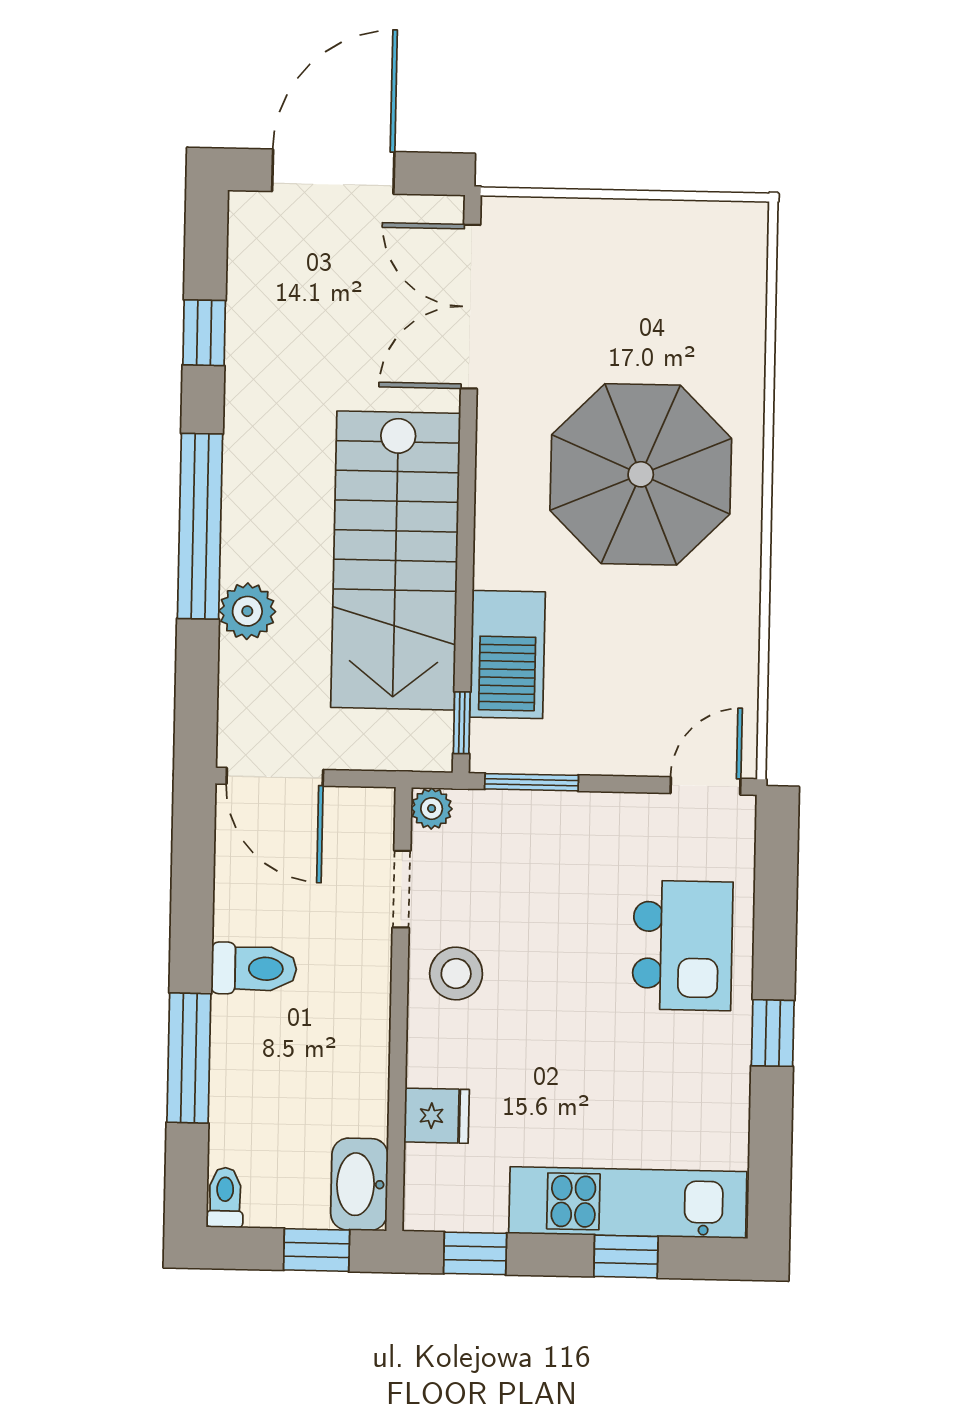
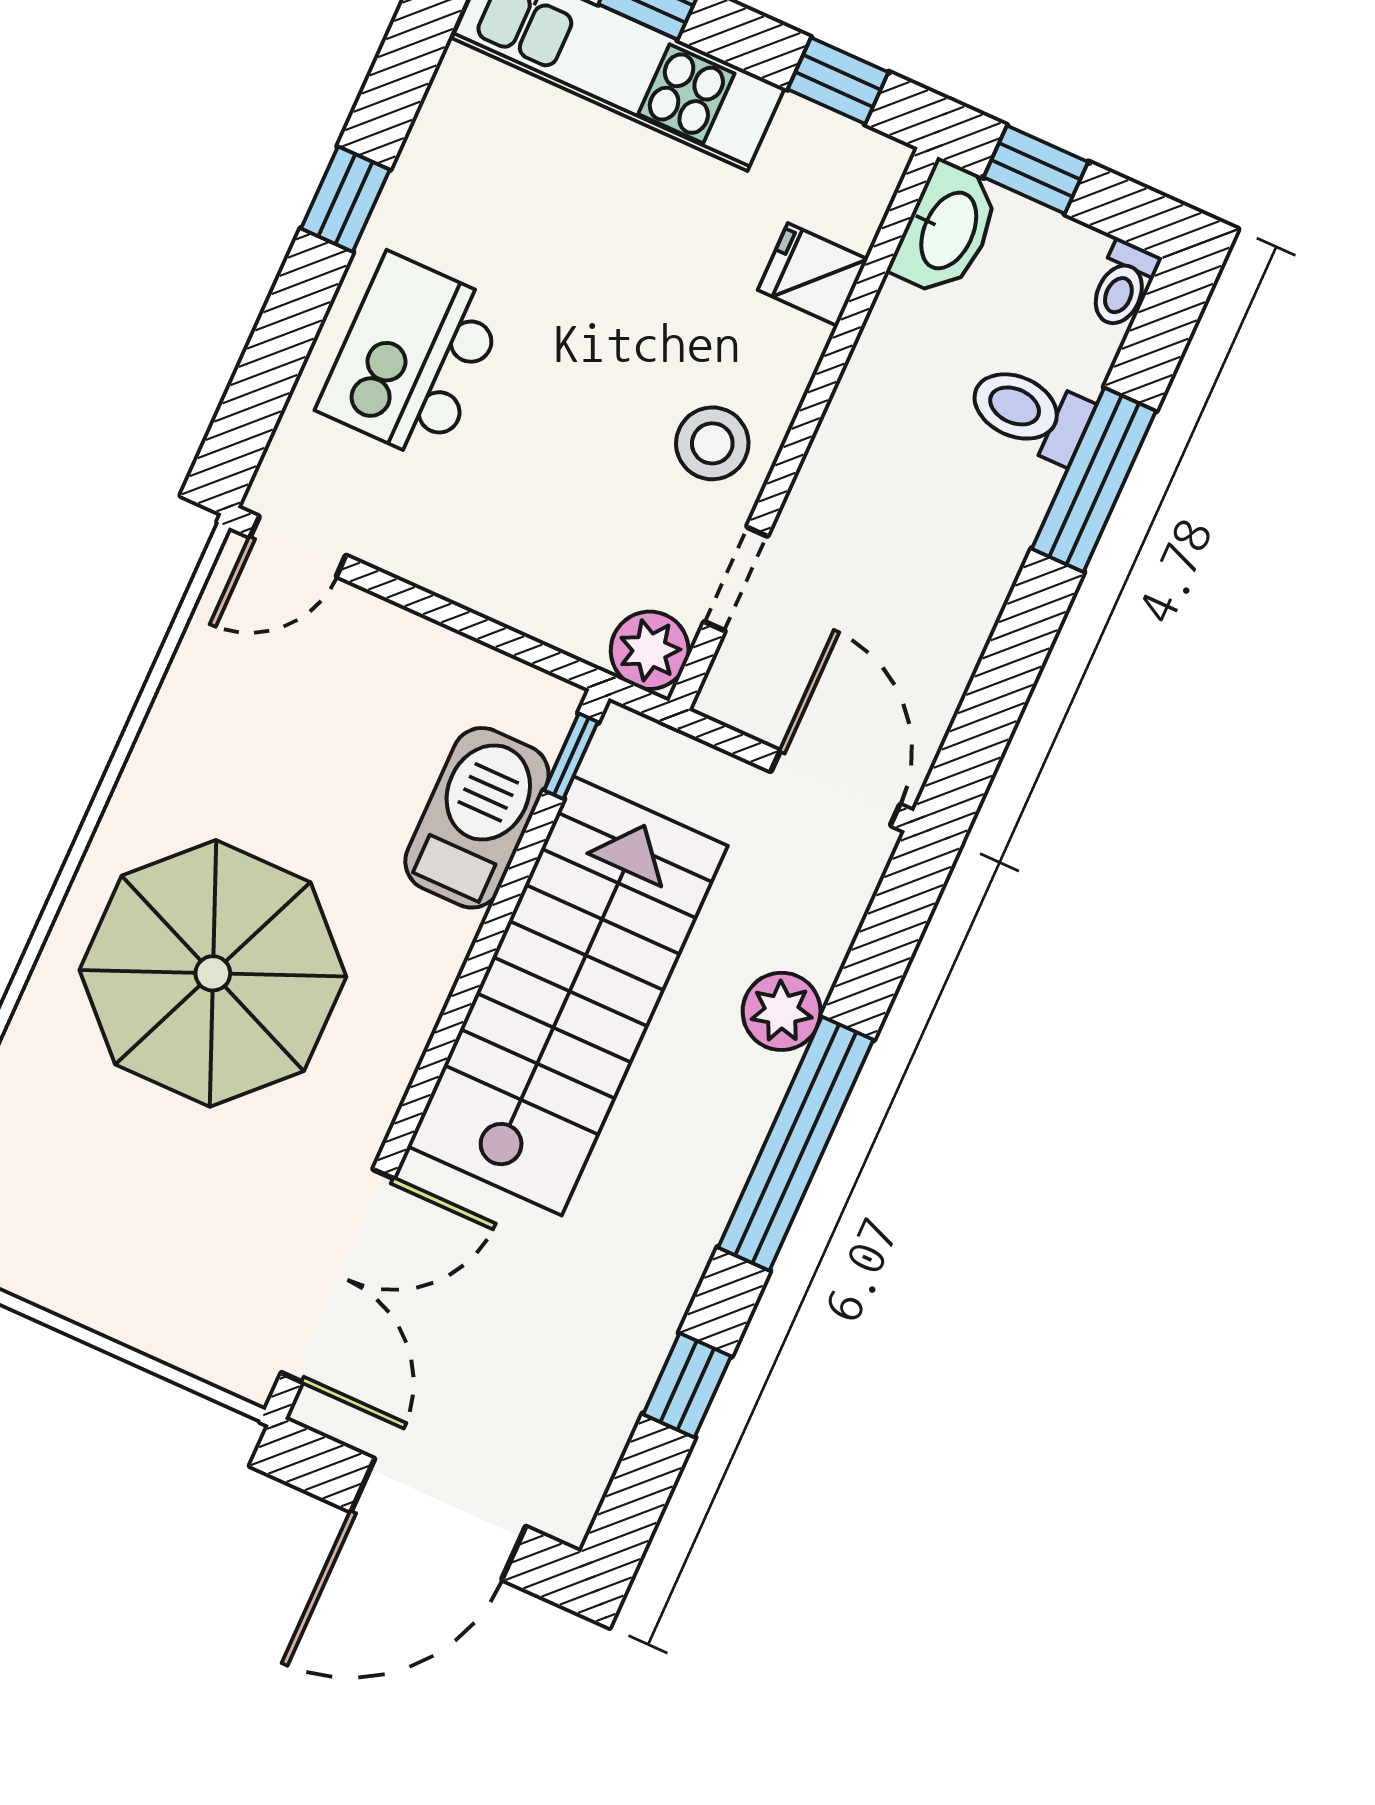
window: (532, 782) -> (515, 644), removed
plant: (432, 809) -> (650, 650), width x1.38, depth x1.38
toilet: (254, 969) -> (1029, 413), moved

